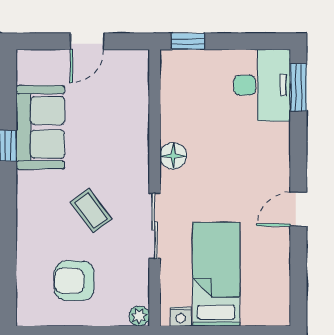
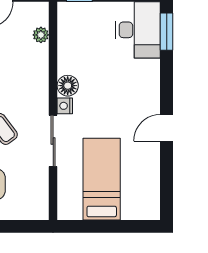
plant: (139, 316) -> (41, 35), moved
nightstand: (181, 317) -> (65, 106), moved, turned 90

